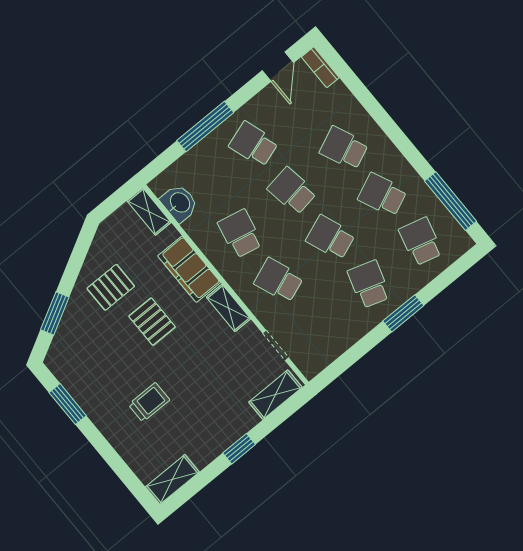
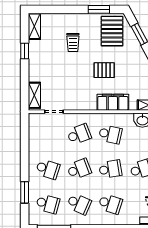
school desk: (344, 148) -> (110, 204), turned 42
school desk: (382, 195) -> (79, 204), turned 48
pallet: (111, 287) -> (112, 31), moved, width x1.50, depth x1.42
shelving: (228, 308) -> (84, 105), removed
window: (403, 313) -> (25, 192), moved
window: (239, 449) -> (25, 51), moved

